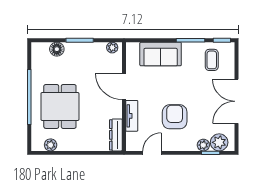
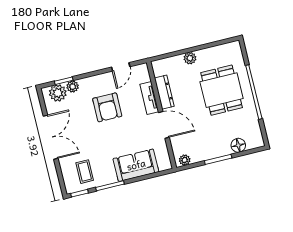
dresser: (116, 135) -> (164, 92), moved
plant: (51, 145) -> (190, 58), moved

